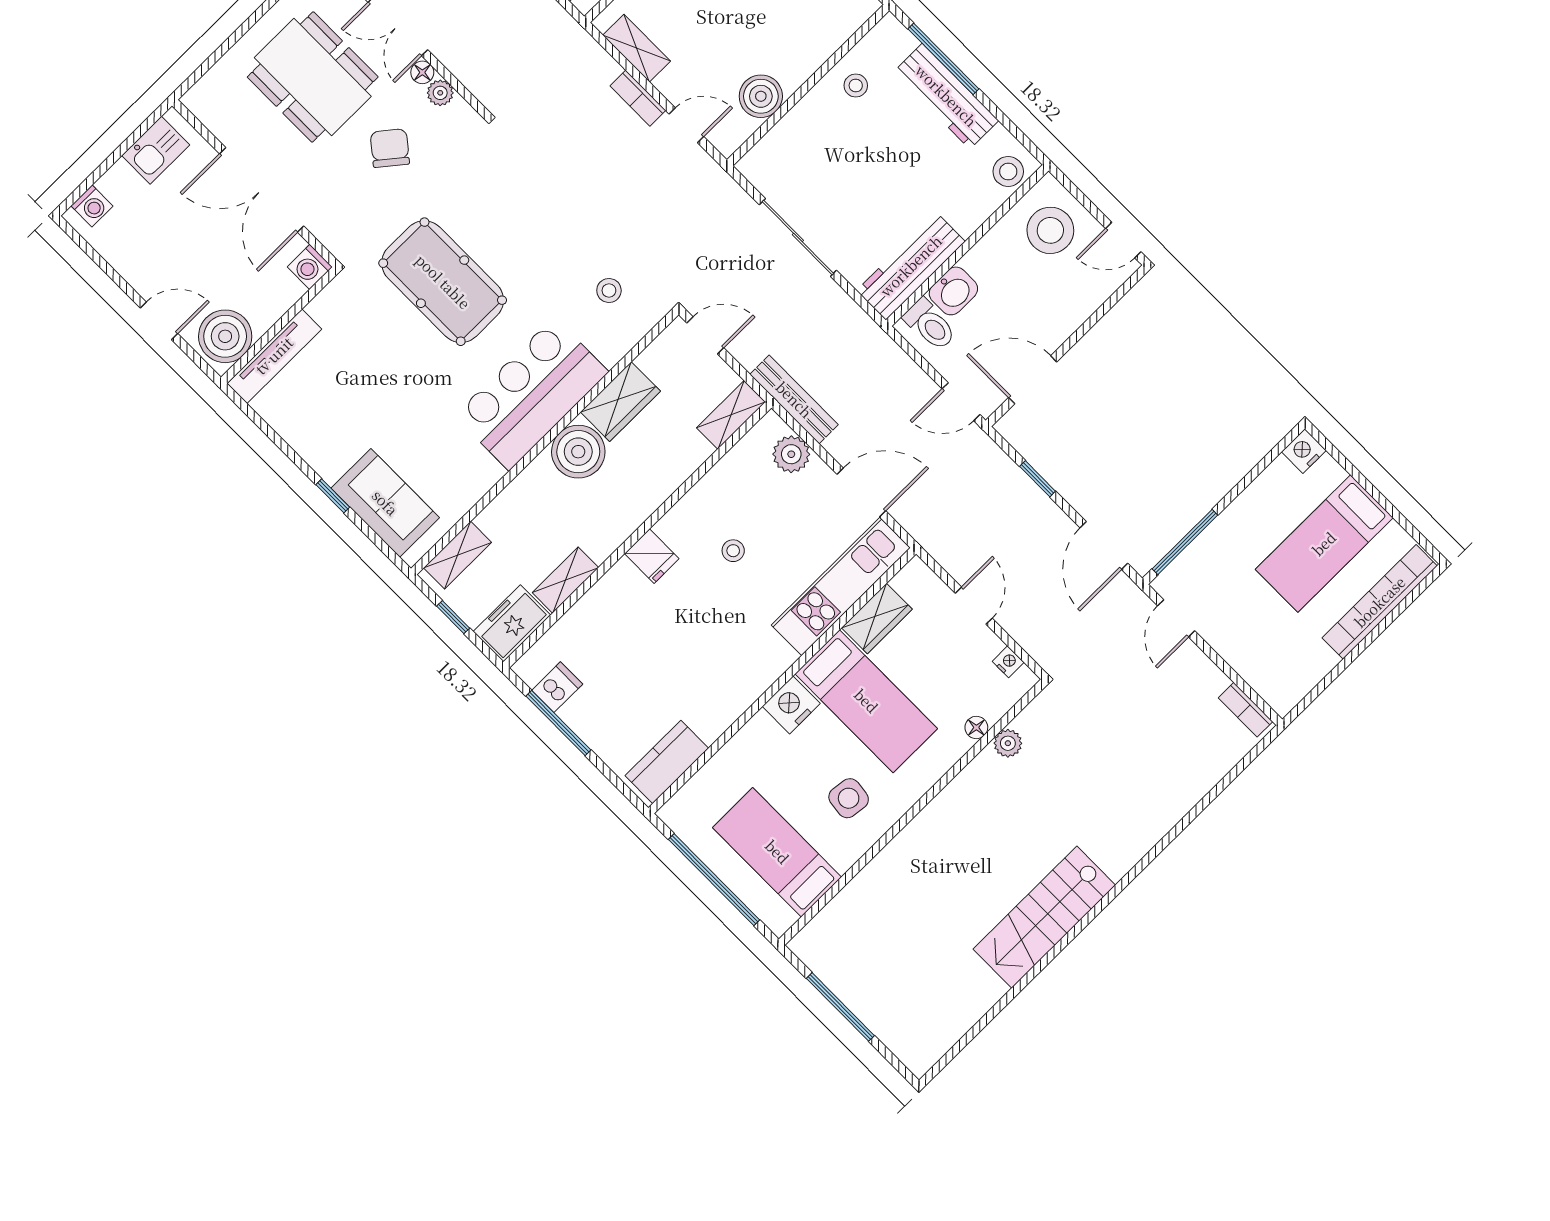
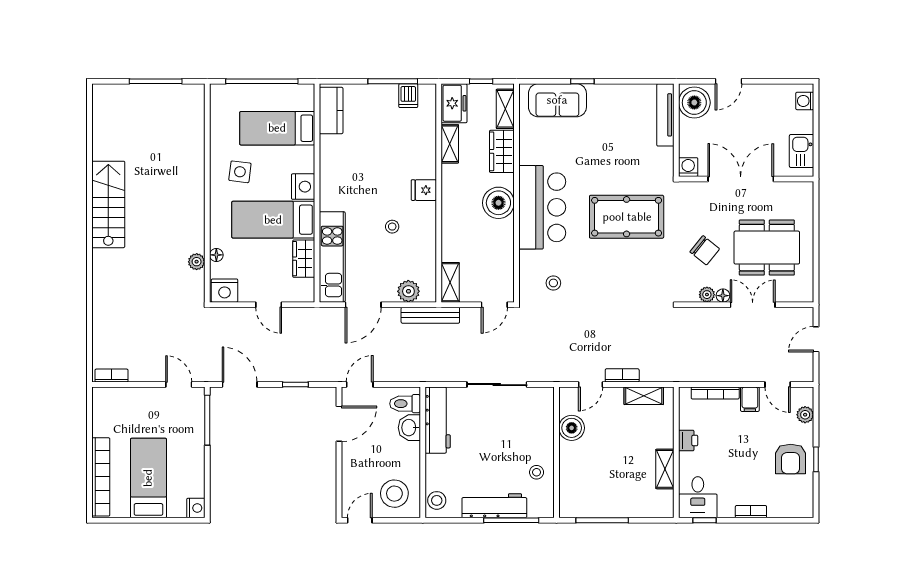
wardrobe: (620, 402) -> (502, 151), moved
nightstand: (1008, 662) -> (225, 291), width x1.89, depth x1.79
bed: (777, 852) -> (277, 128), moved, turned 180

